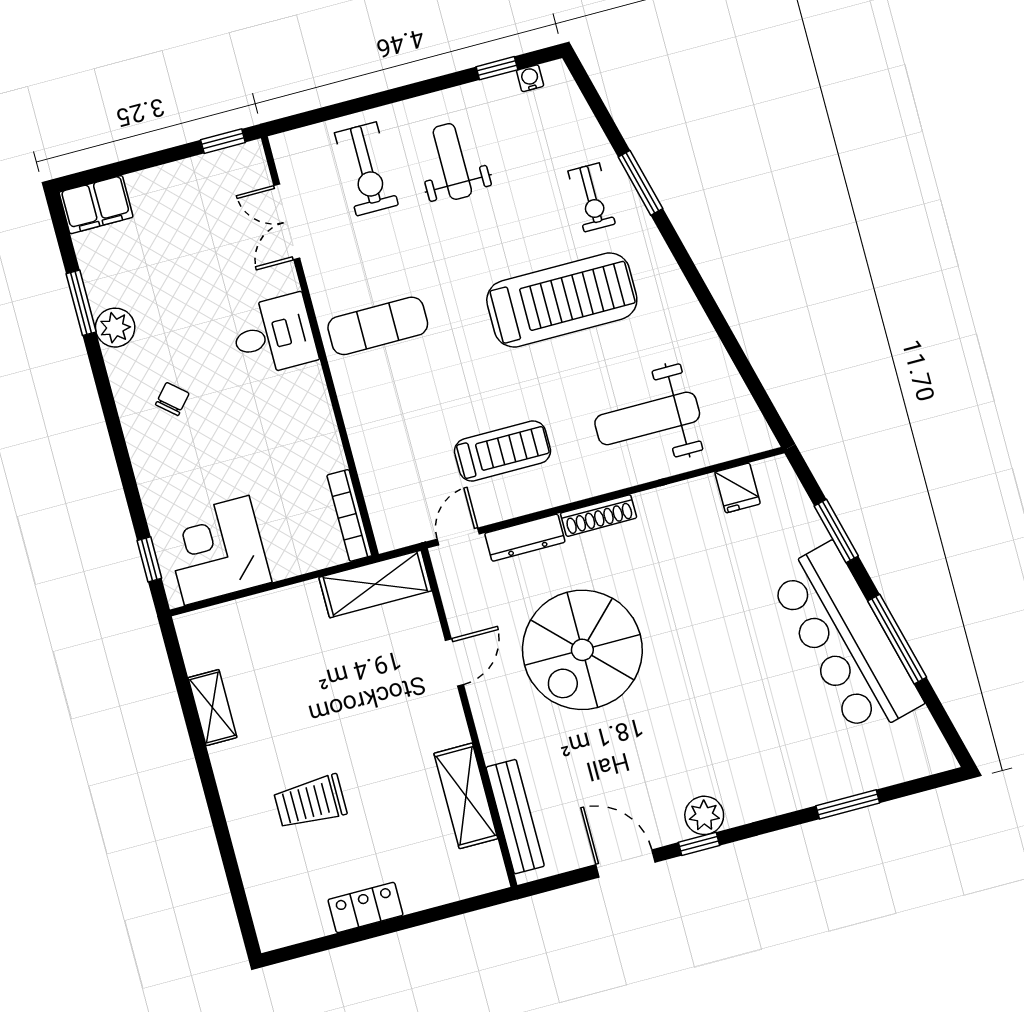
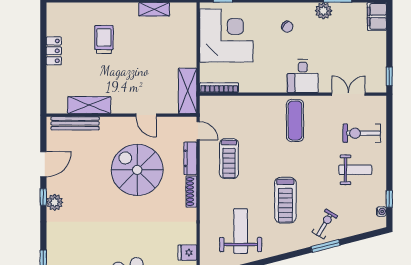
exercise bike: (592, 197) -> (325, 224), turned 121
treadmill: (562, 300) -> (285, 200), width x0.73, depth x0.73
weight bench: (647, 418) -> (241, 231), moved
corner desk: (217, 550) -> (226, 35), width x1.36, depth x1.36

